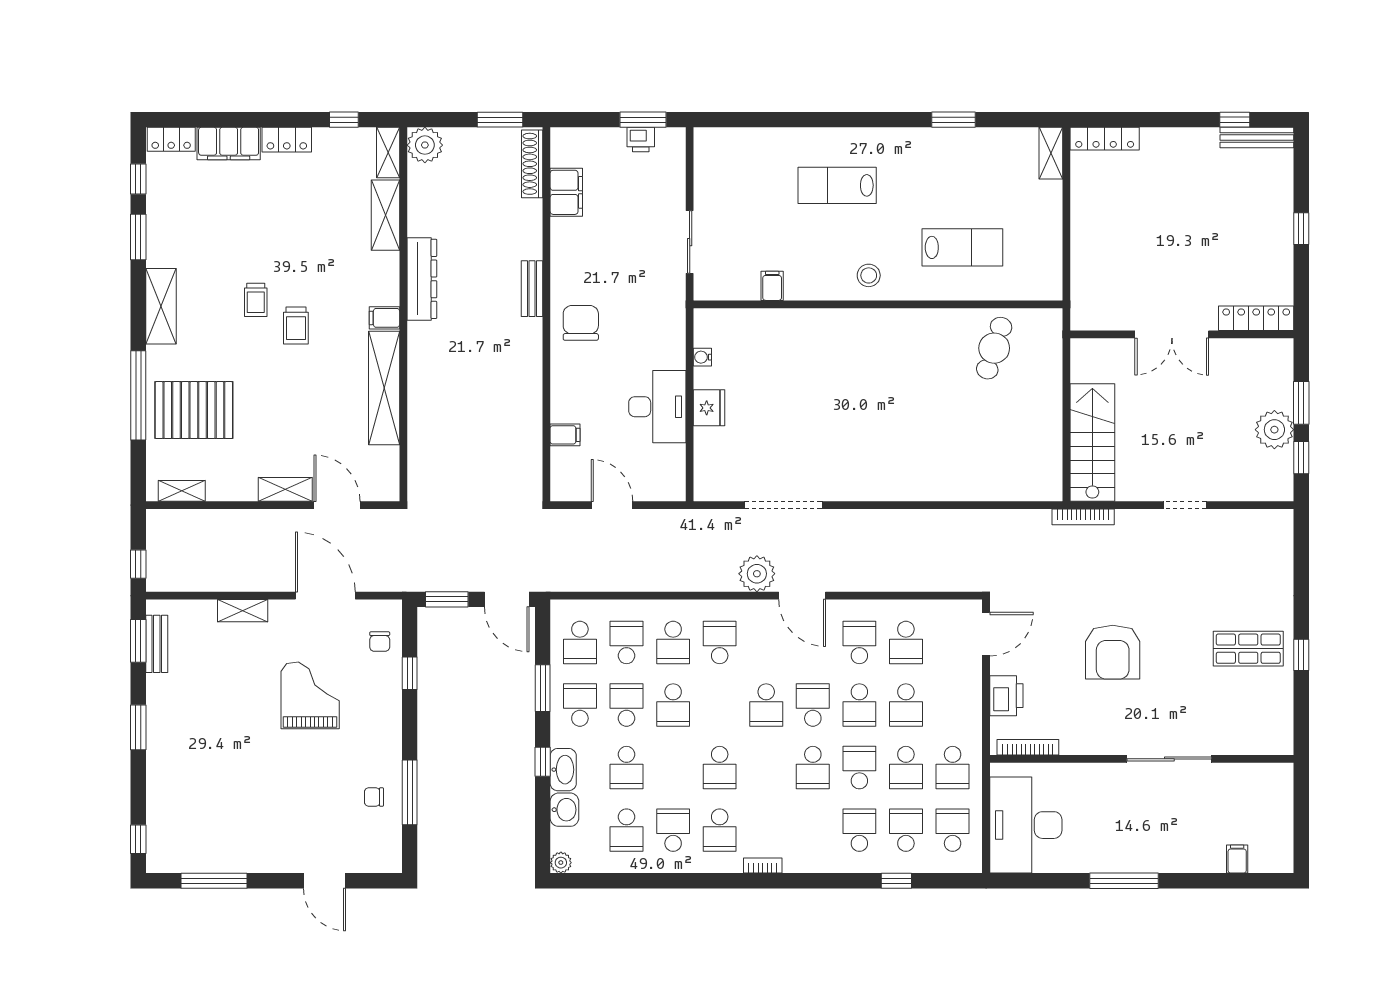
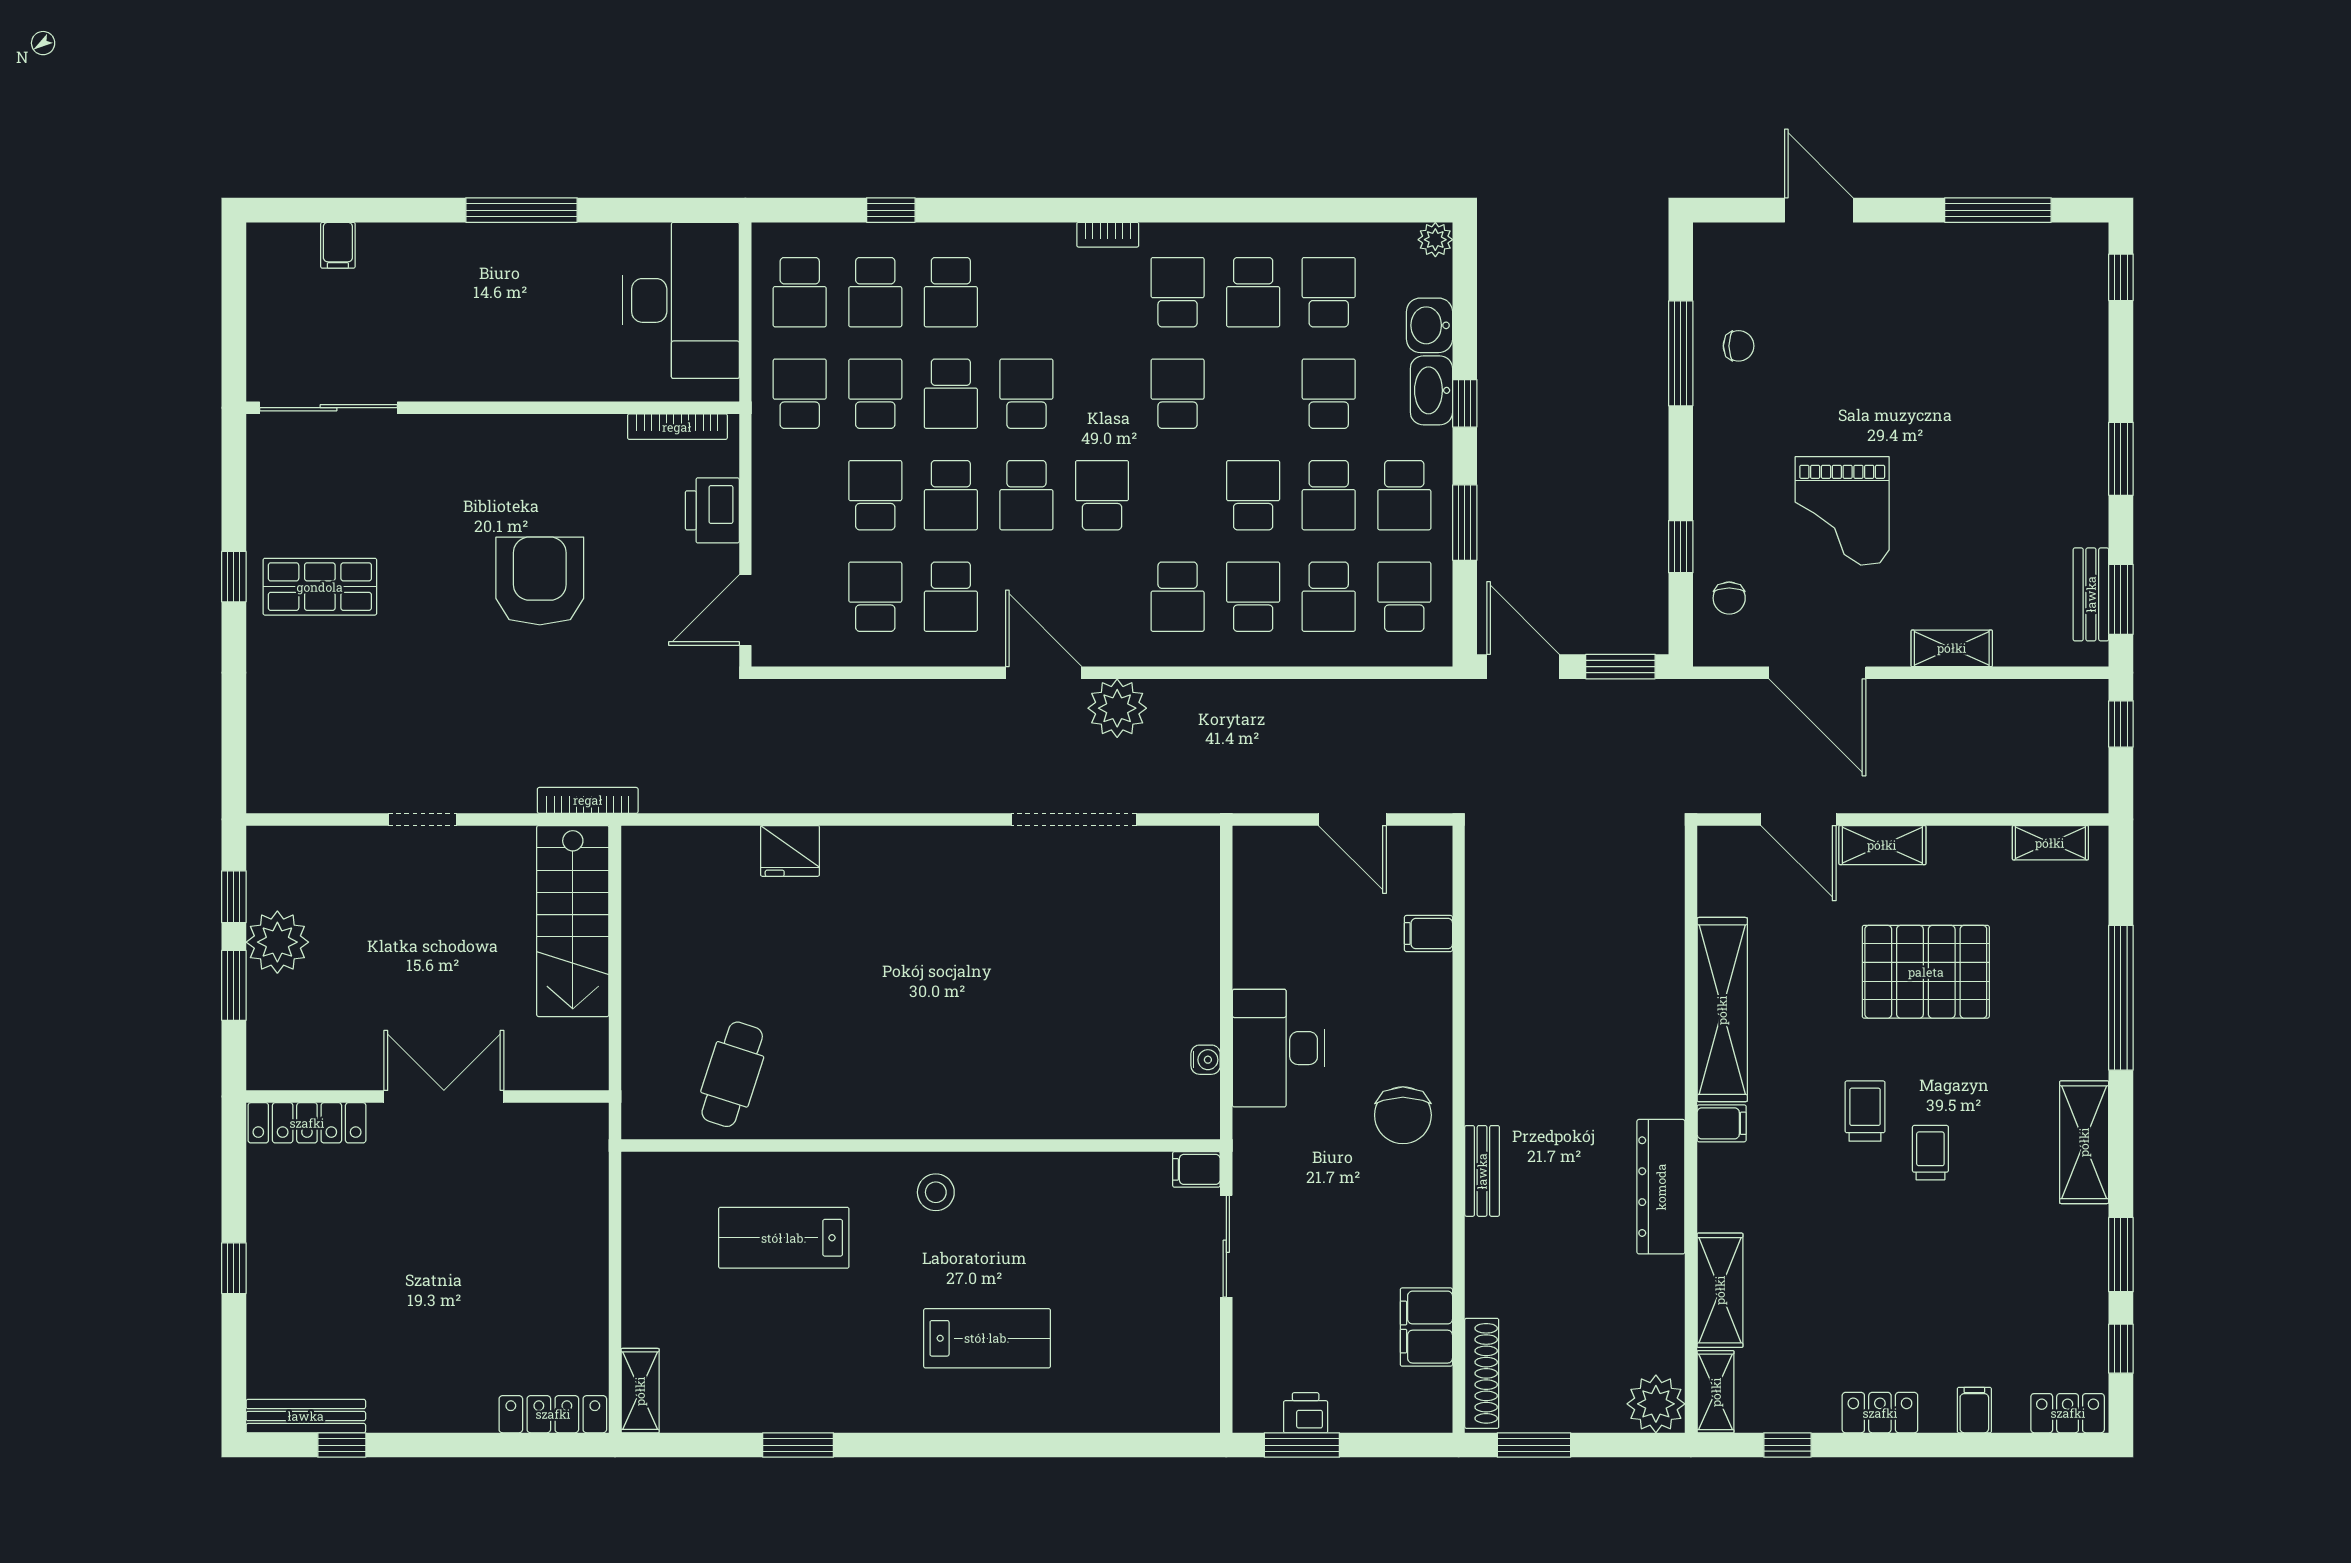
filing cabinet: (229, 144) -> (1974, 1410), width x0.33, depth x0.86
filing cabinet: (772, 286) -> (1196, 1169), moved, turned 90
desk: (657, 407) -> (1279, 1048), moved
fridge: (709, 408) -> (790, 851), moved, turned -90
pallet: (194, 410) -> (1926, 972), moved
chair: (380, 642) -> (1729, 598), turned 180
school desk: (859, 705) -> (951, 495), turned 180
sliding door: (1169, 759) -> (328, 408), moved

